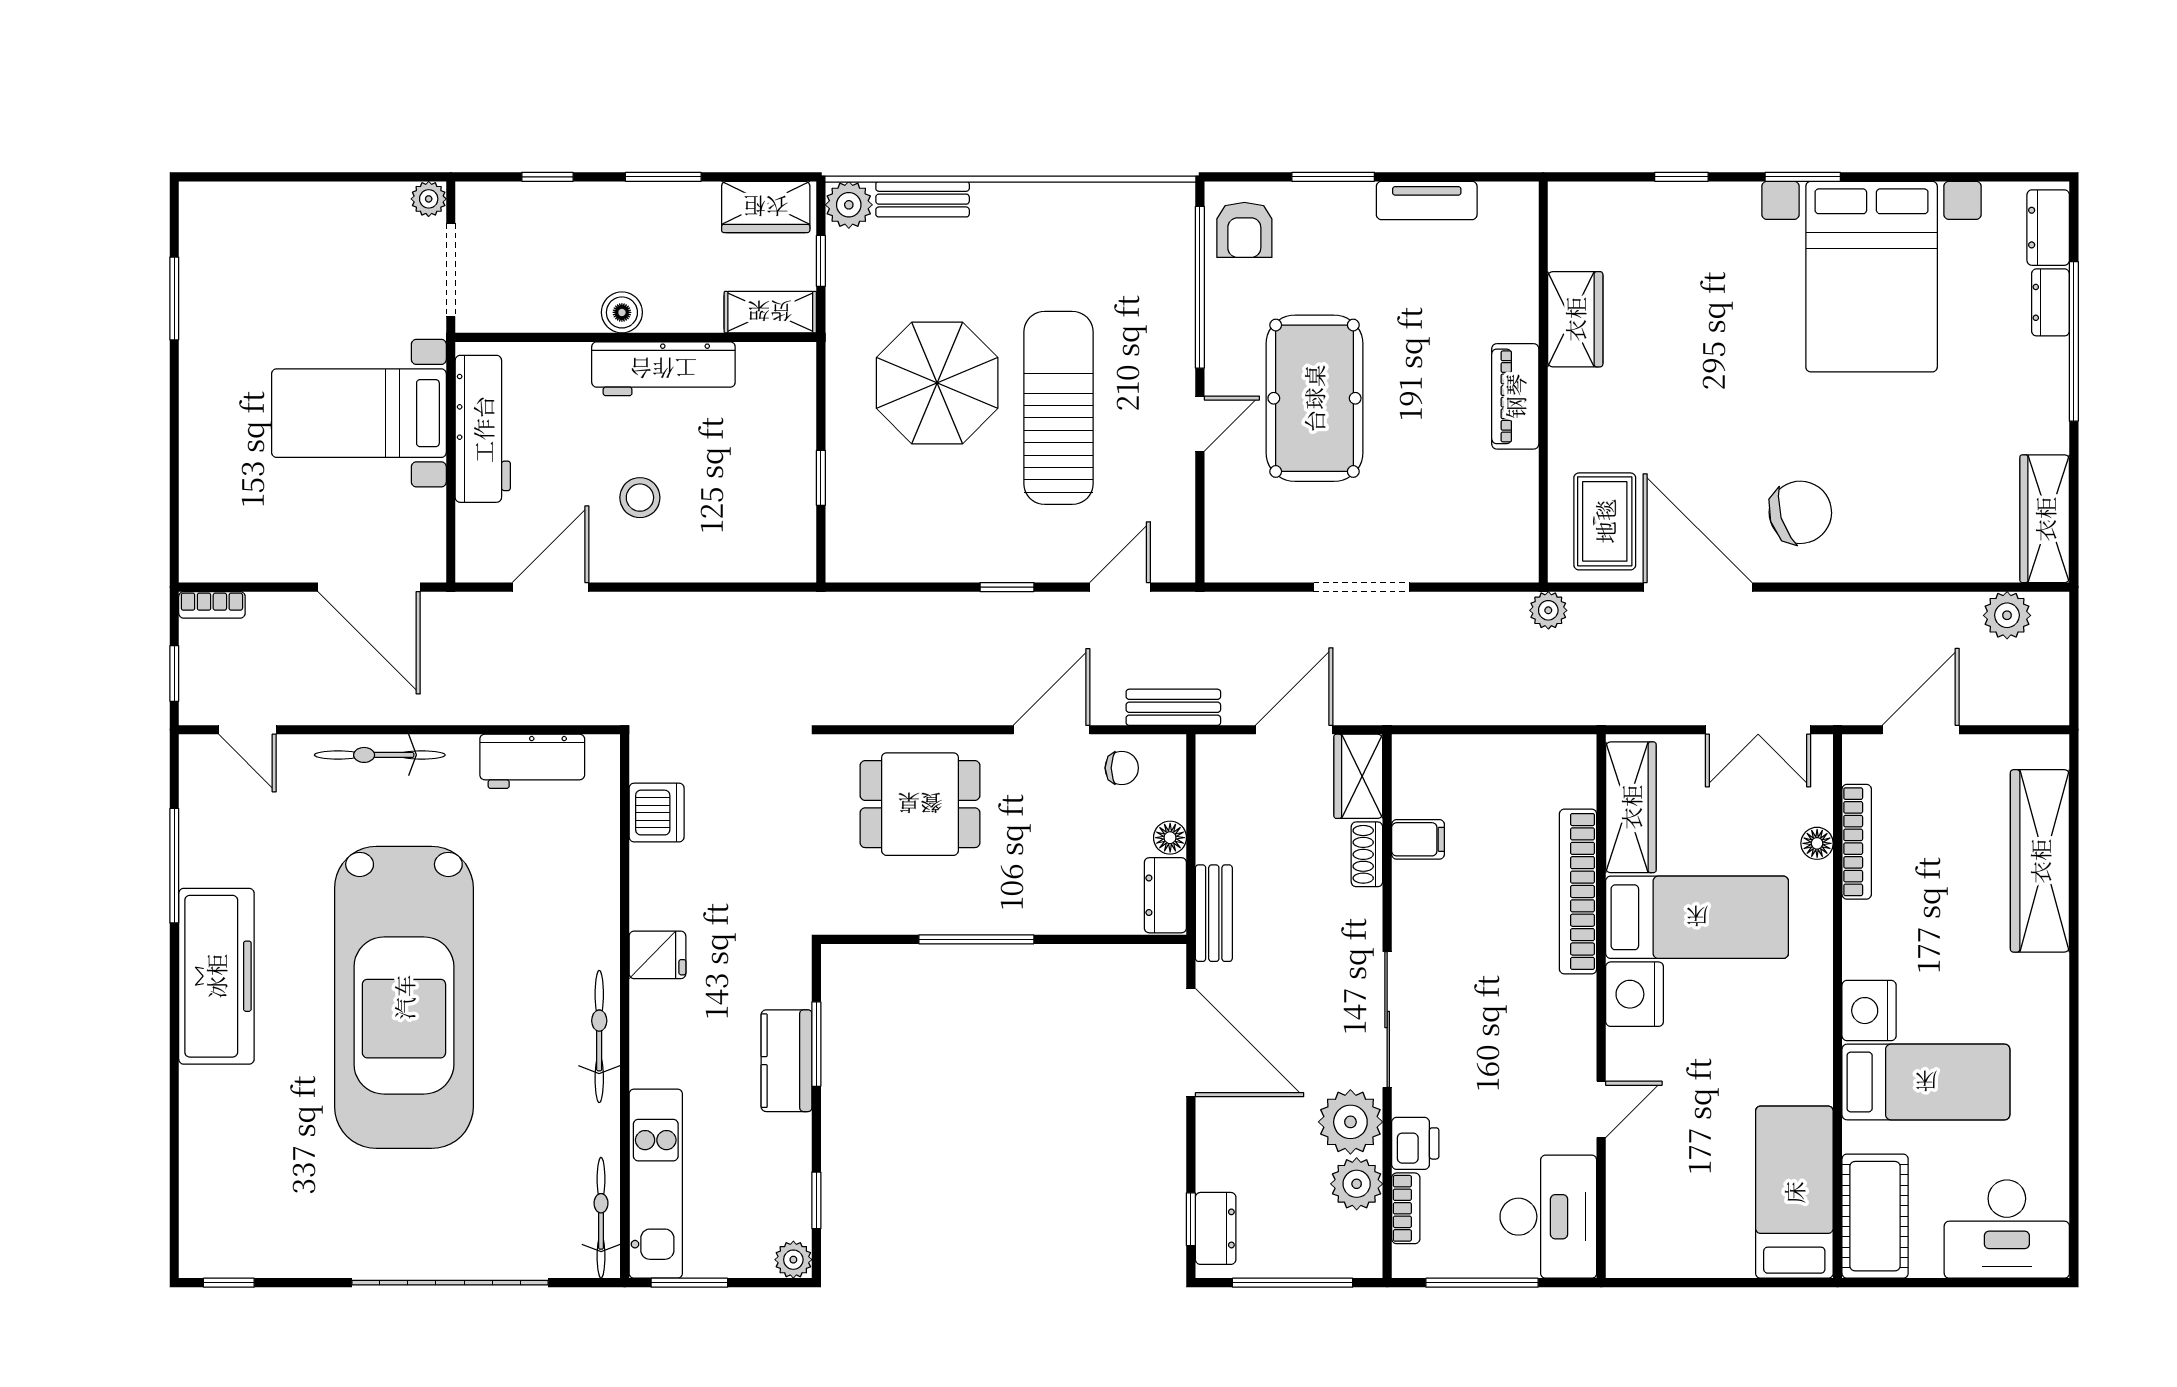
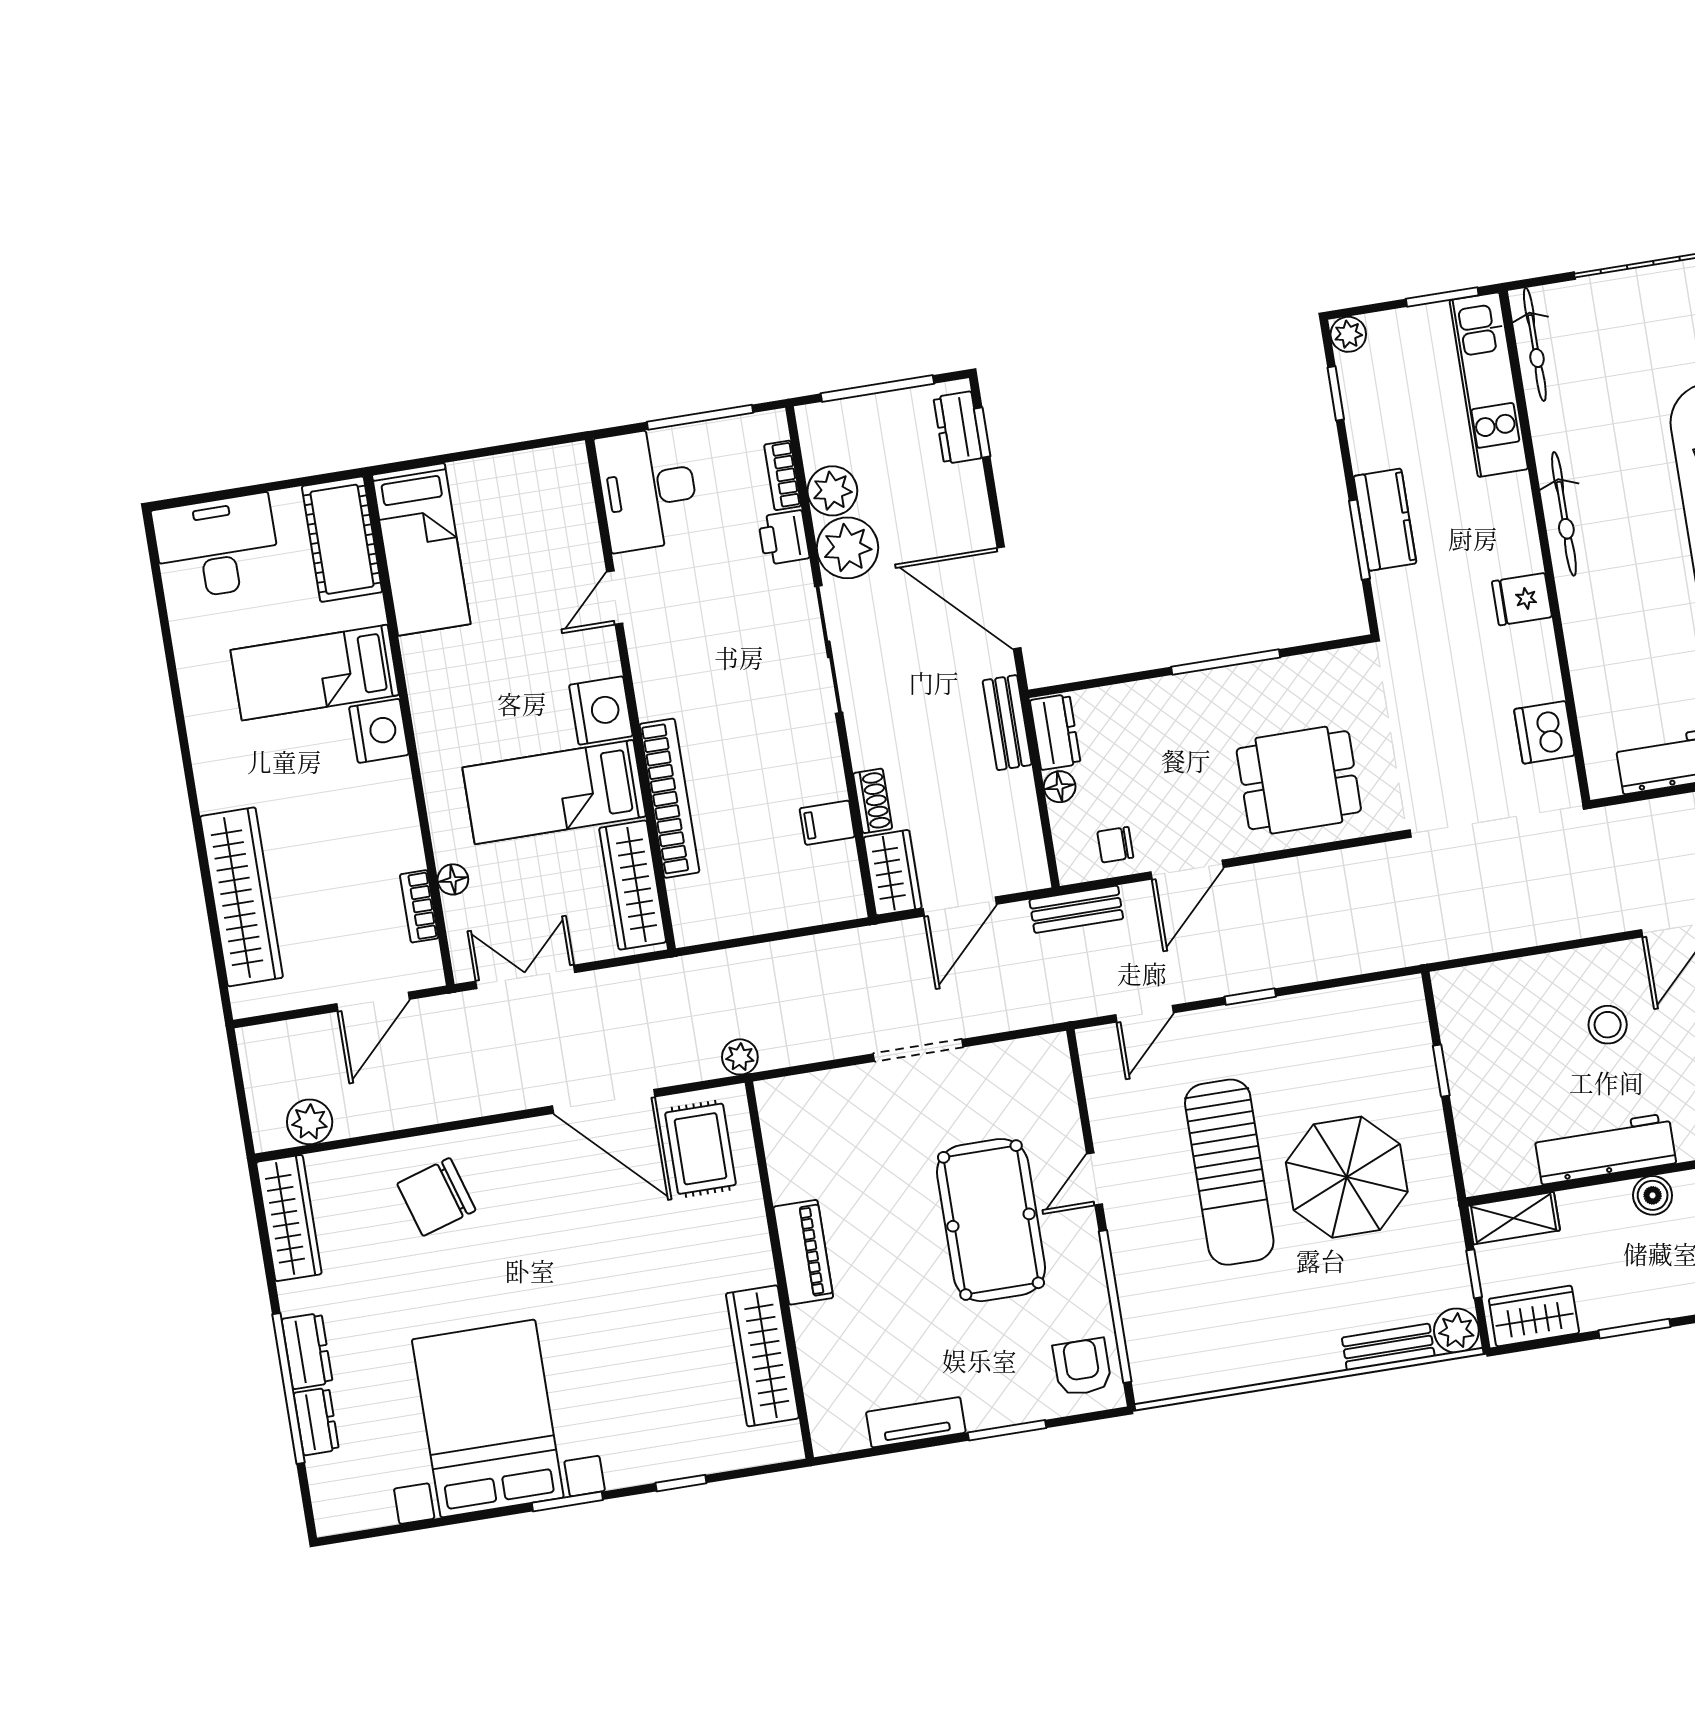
dresser: (2048, 228) -> (307, 1351), moved
wardrobe: (1575, 319) -> (762, 1356), width x1.50
chair: (1800, 512) -> (436, 1197), moved
bookcase: (1857, 842) -> (419, 906), width x0.64

